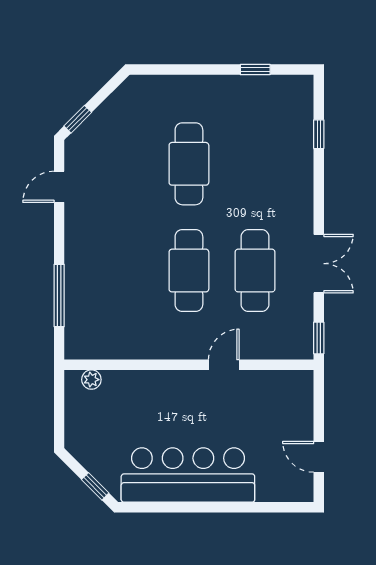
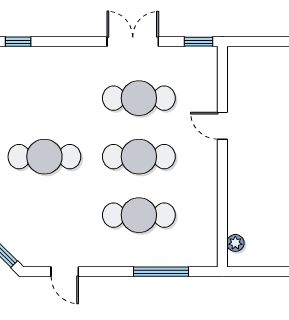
cafe table: (123, 271) -> (139, 215), added

